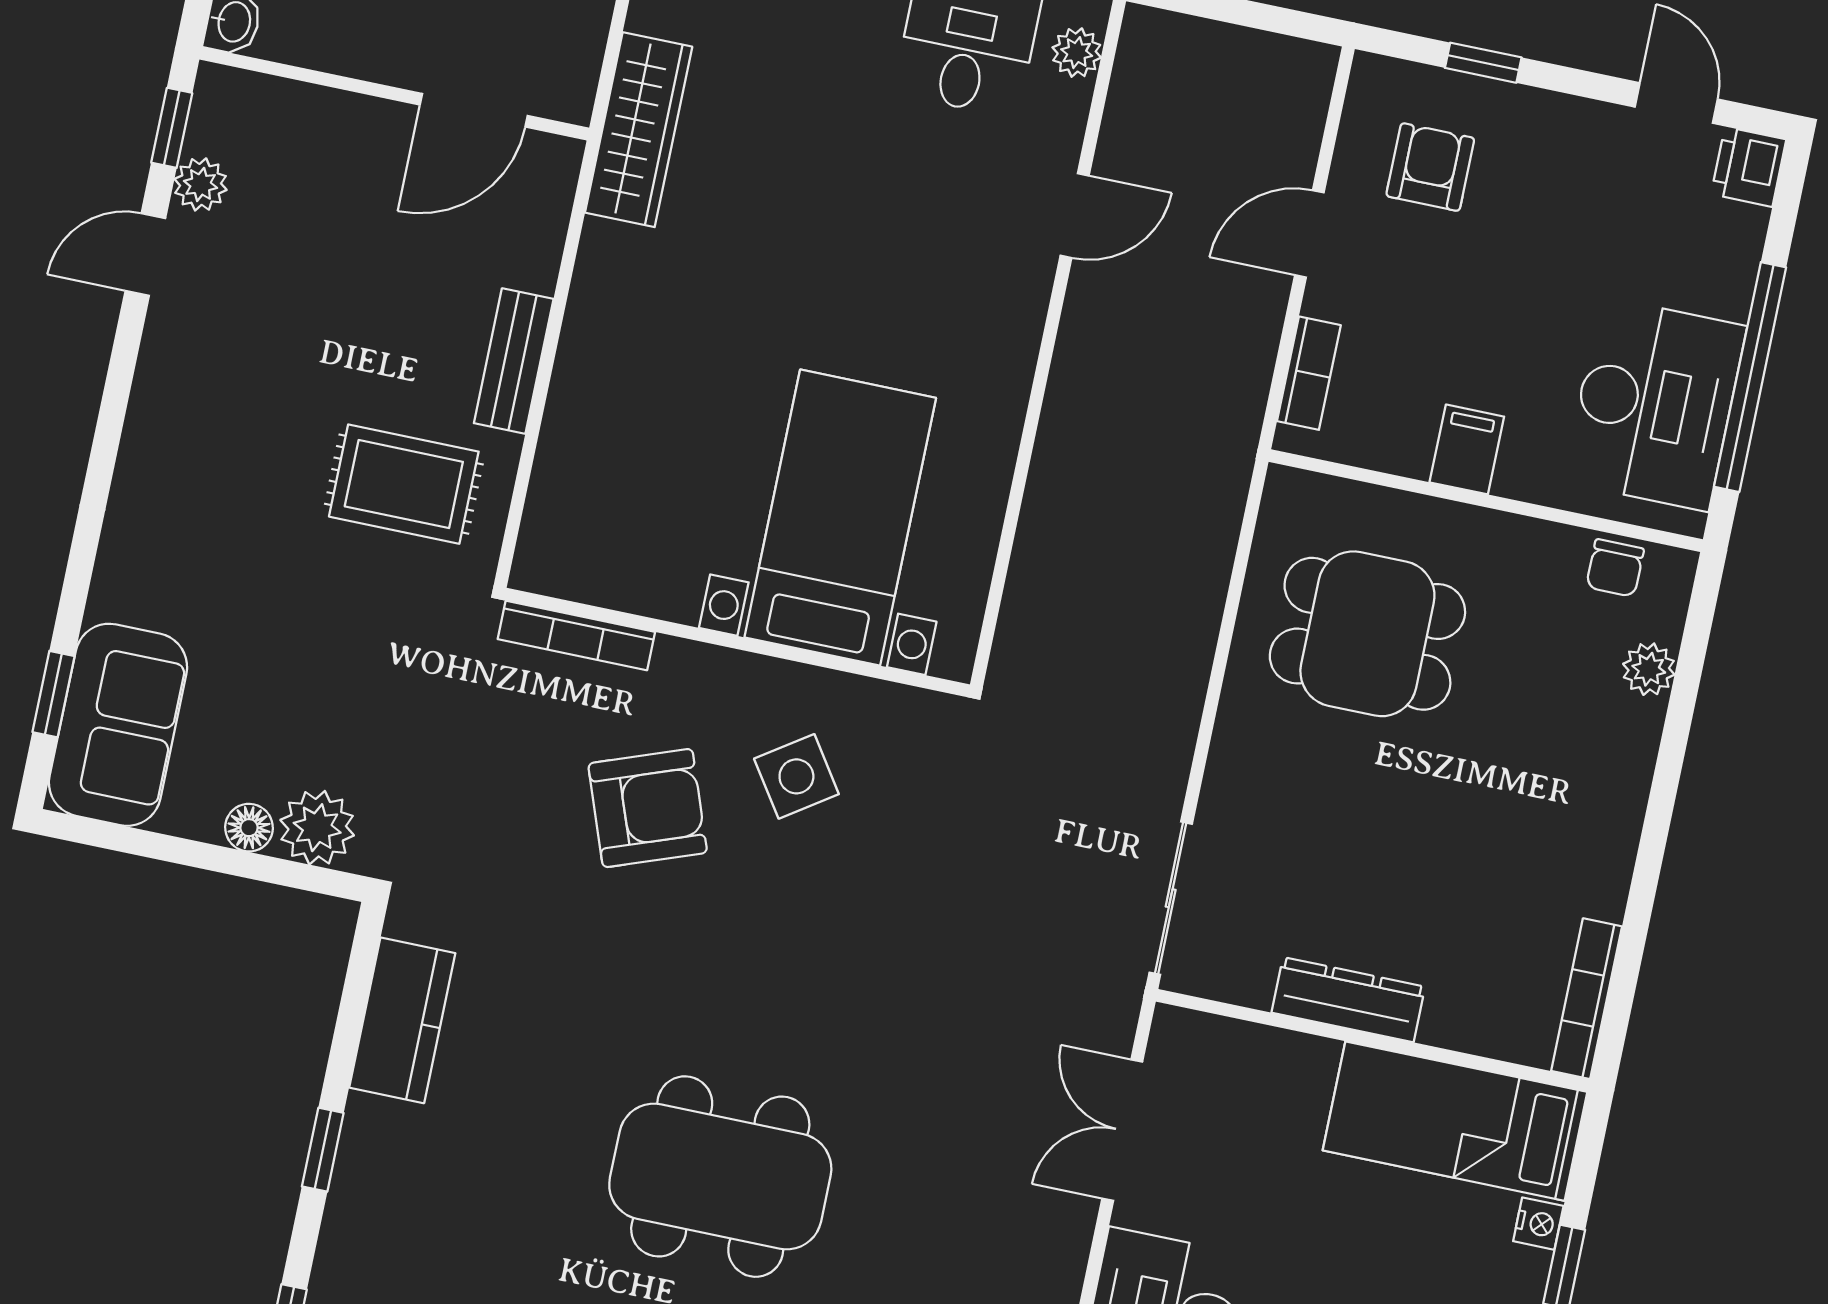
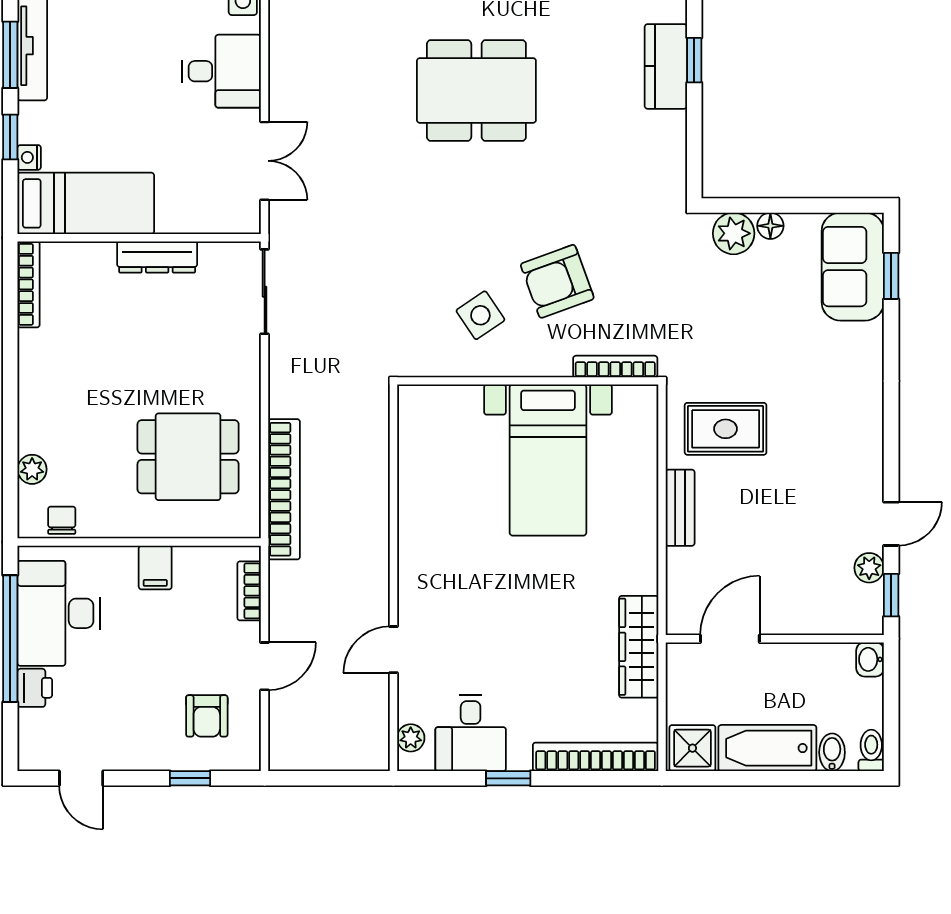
printer: (1749, 167) -> (35, 688), moved
bed with nightstands: (840, 518) -> (548, 460), moved
bookcase: (1209, 540) -> (284, 489), added
kitchen counter: (402, 1020) -> (666, 66), moved

